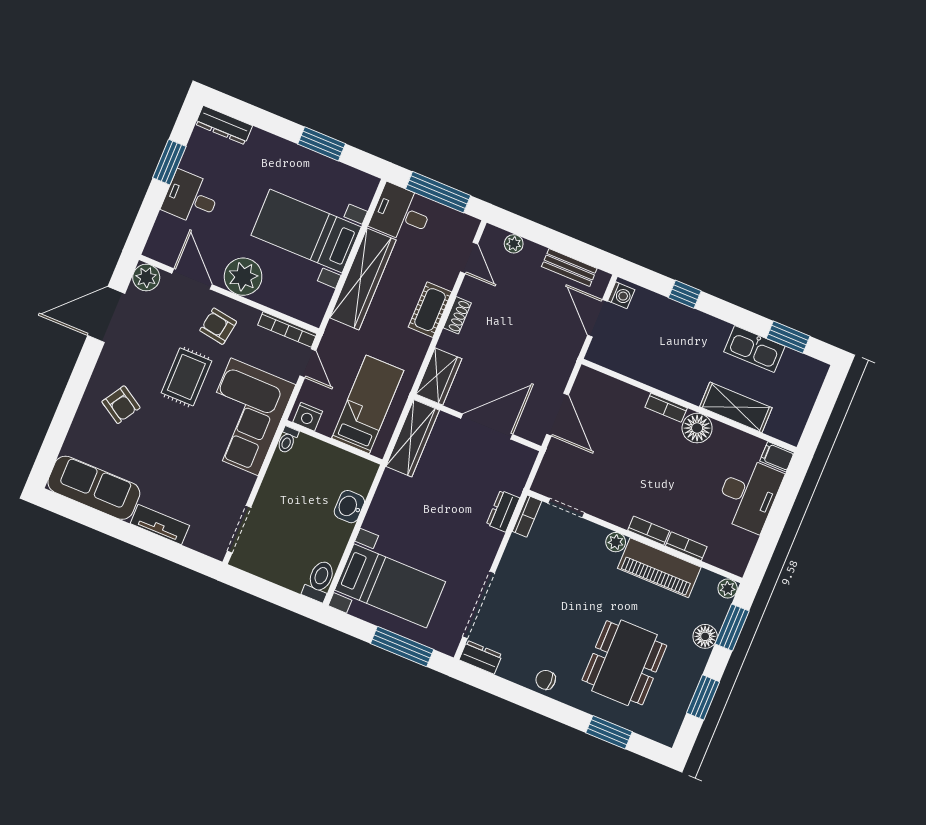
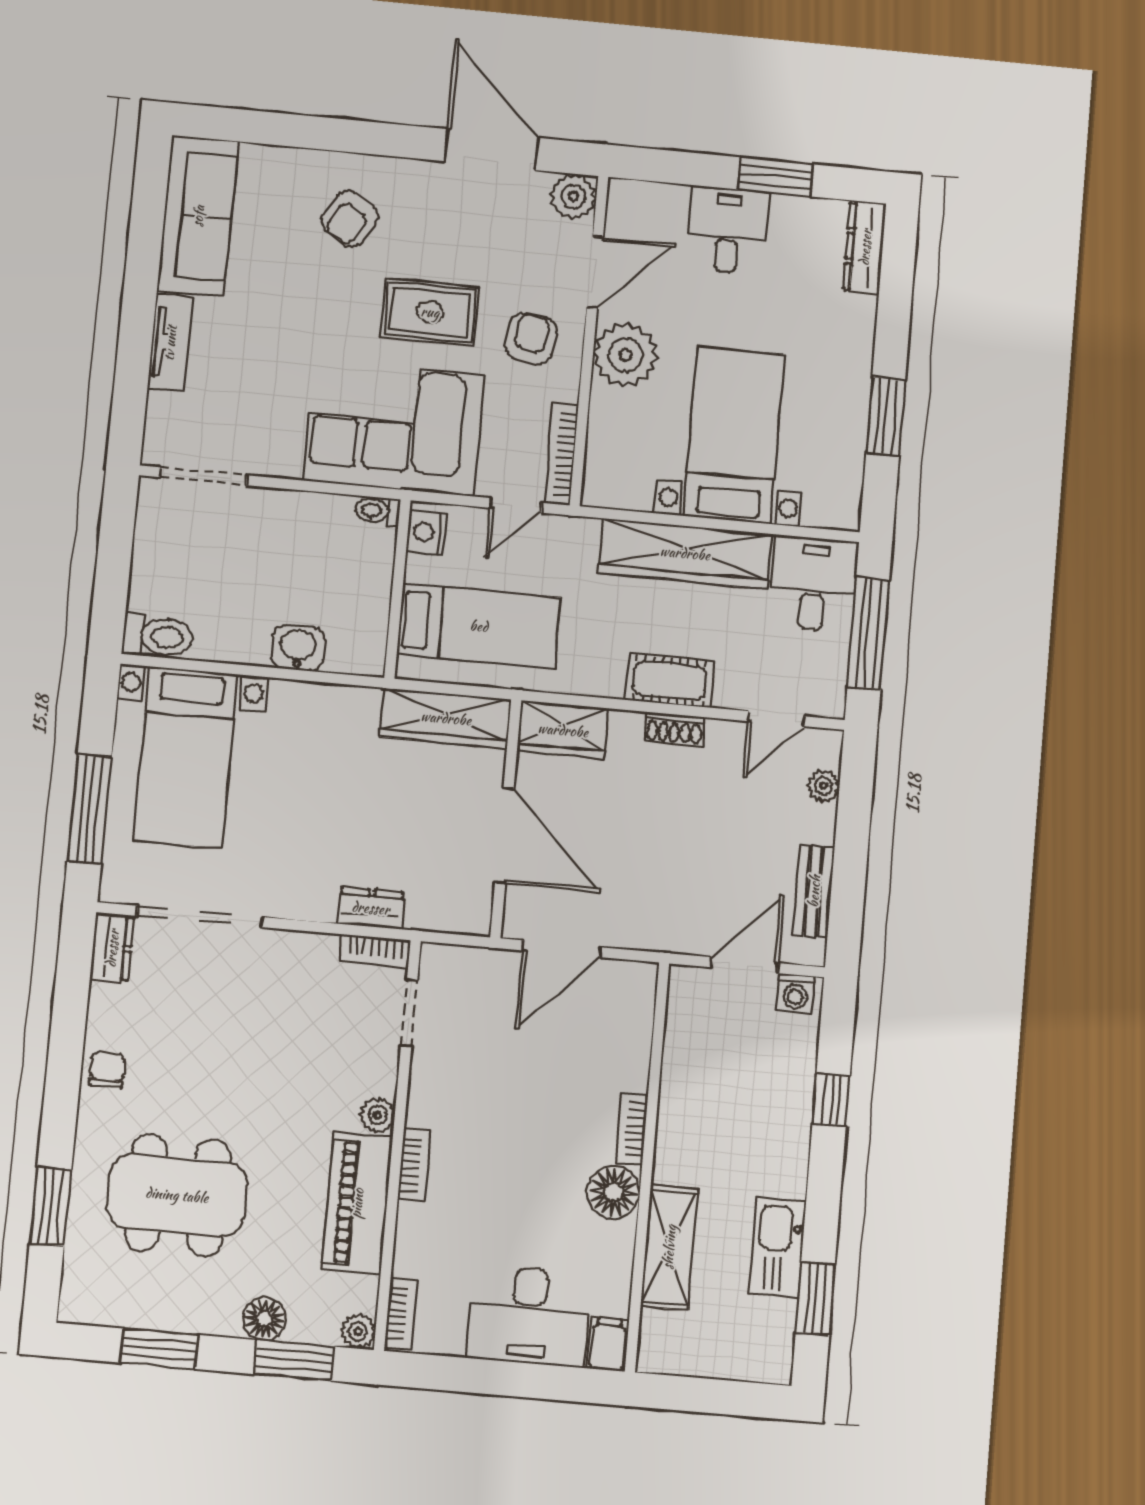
bookcase: (686, 546) -> (401, 1314), moved

